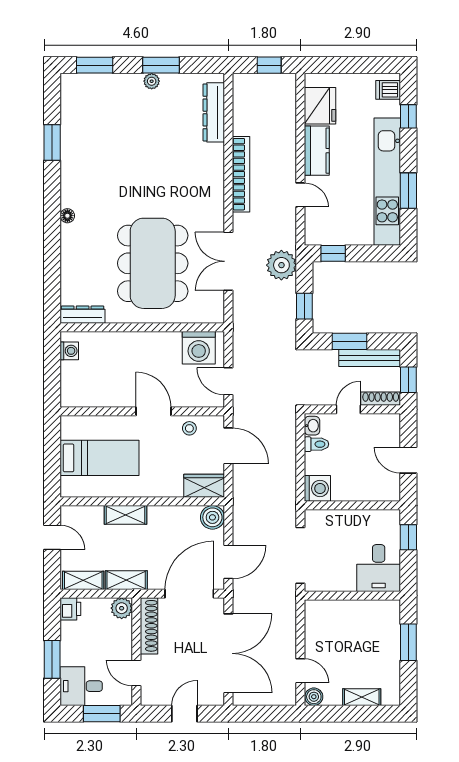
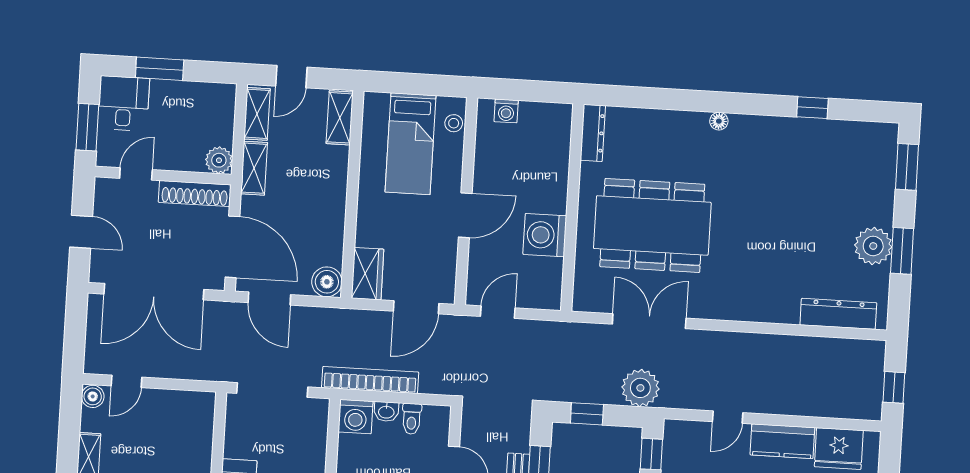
plant: (152, 81) -> (873, 246), width x1.88, depth x1.88
window: (52, 143) -> (812, 108), width x0.67
bookcase: (241, 174) -> (370, 380), moved, turned 180
washing machine: (199, 348) -> (545, 235), moved
washing machine: (69, 351) -> (506, 111), moved
washbasin: (312, 426) -> (386, 412), moved
stool: (189, 428) -> (454, 123), moved
shelving: (125, 515) -> (340, 118), moved
door: (52, 537) -> (291, 77), moved
printer: (70, 609) -> (222, 96), removed

